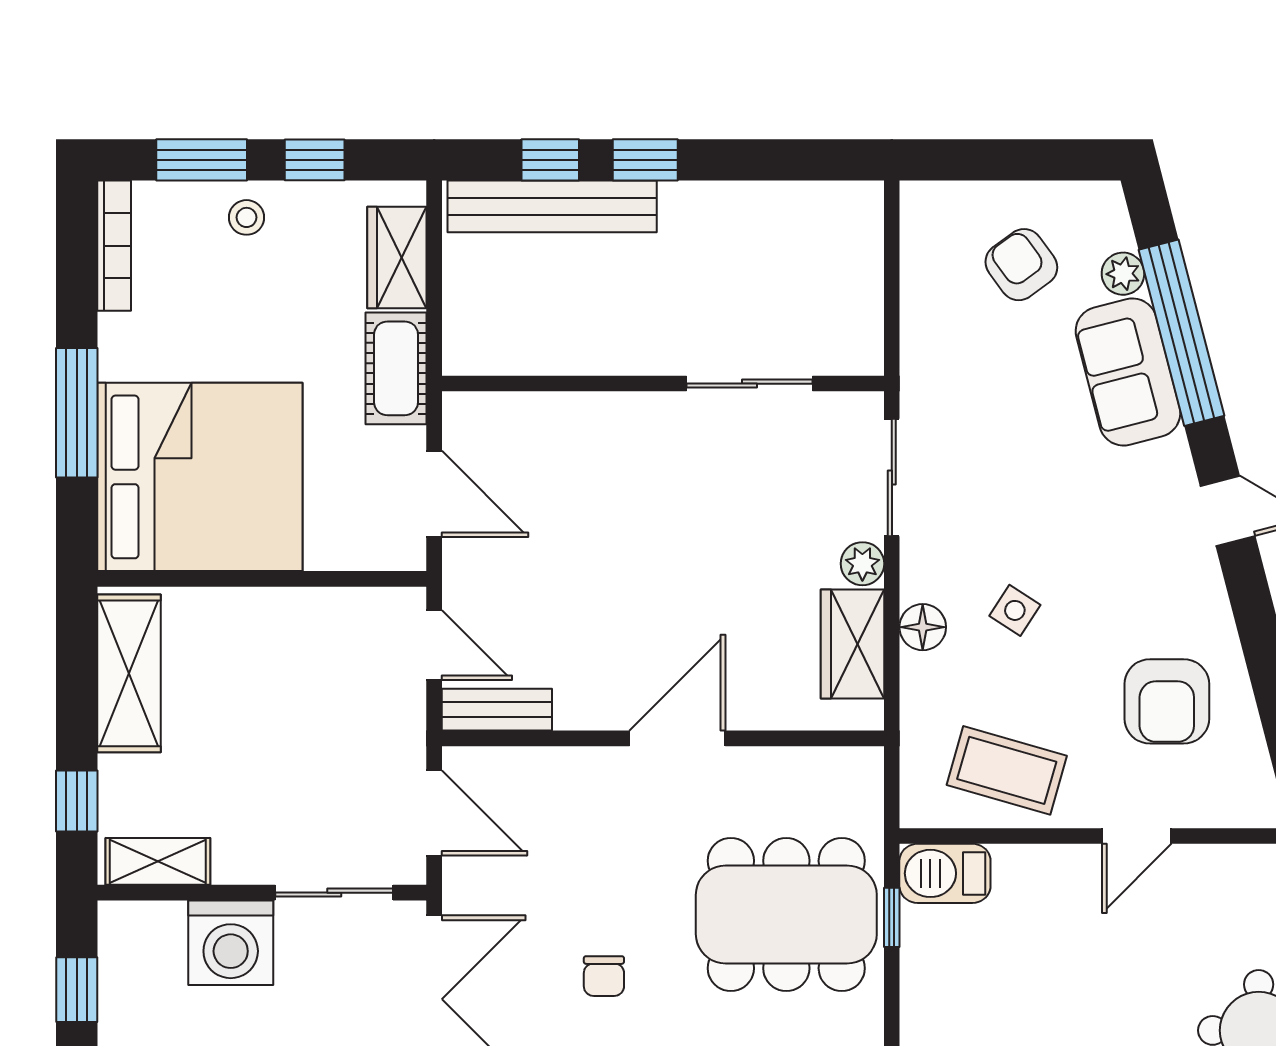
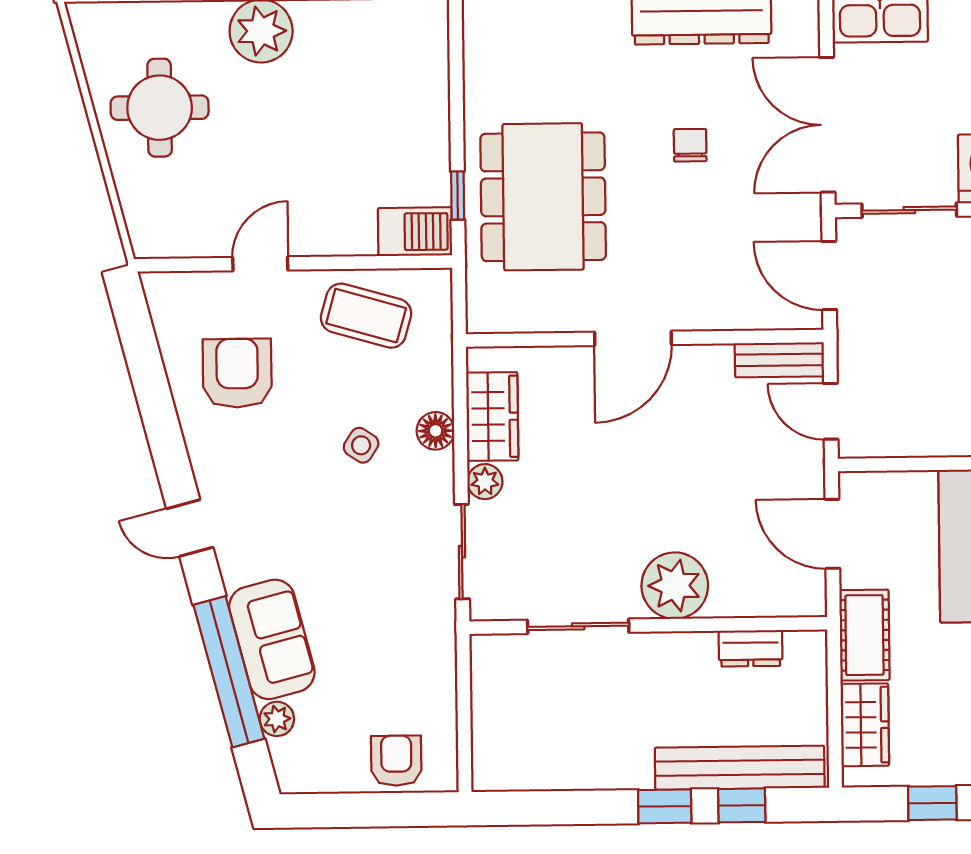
armchair: (1021, 265) -> (396, 761), moved, turned -144
dresser: (537, 354) -> (751, 648), added
plant: (630, 432) -> (675, 586), added
dining table: (786, 914) -> (543, 197), turned 90

